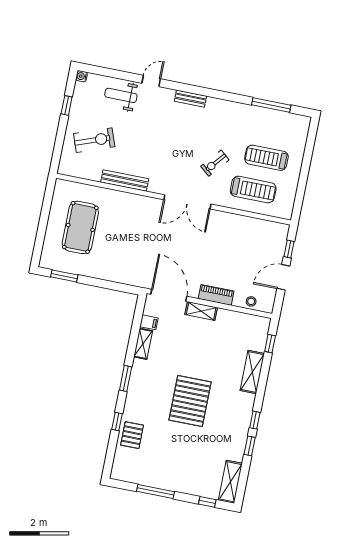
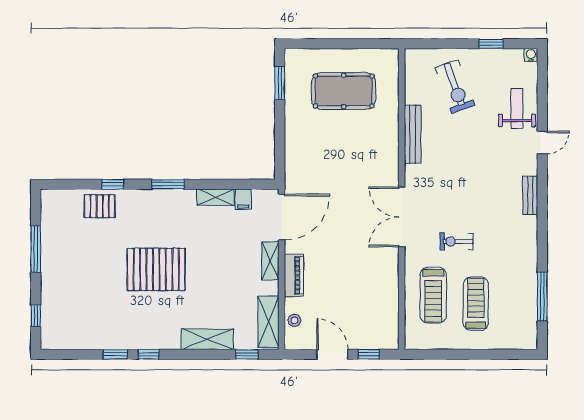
door: (151, 81) -> (542, 142), hinge flipped
exercise bike: (215, 163) -> (456, 242), turned -40
shelving: (230, 482) -> (268, 322), moved, turned 90

